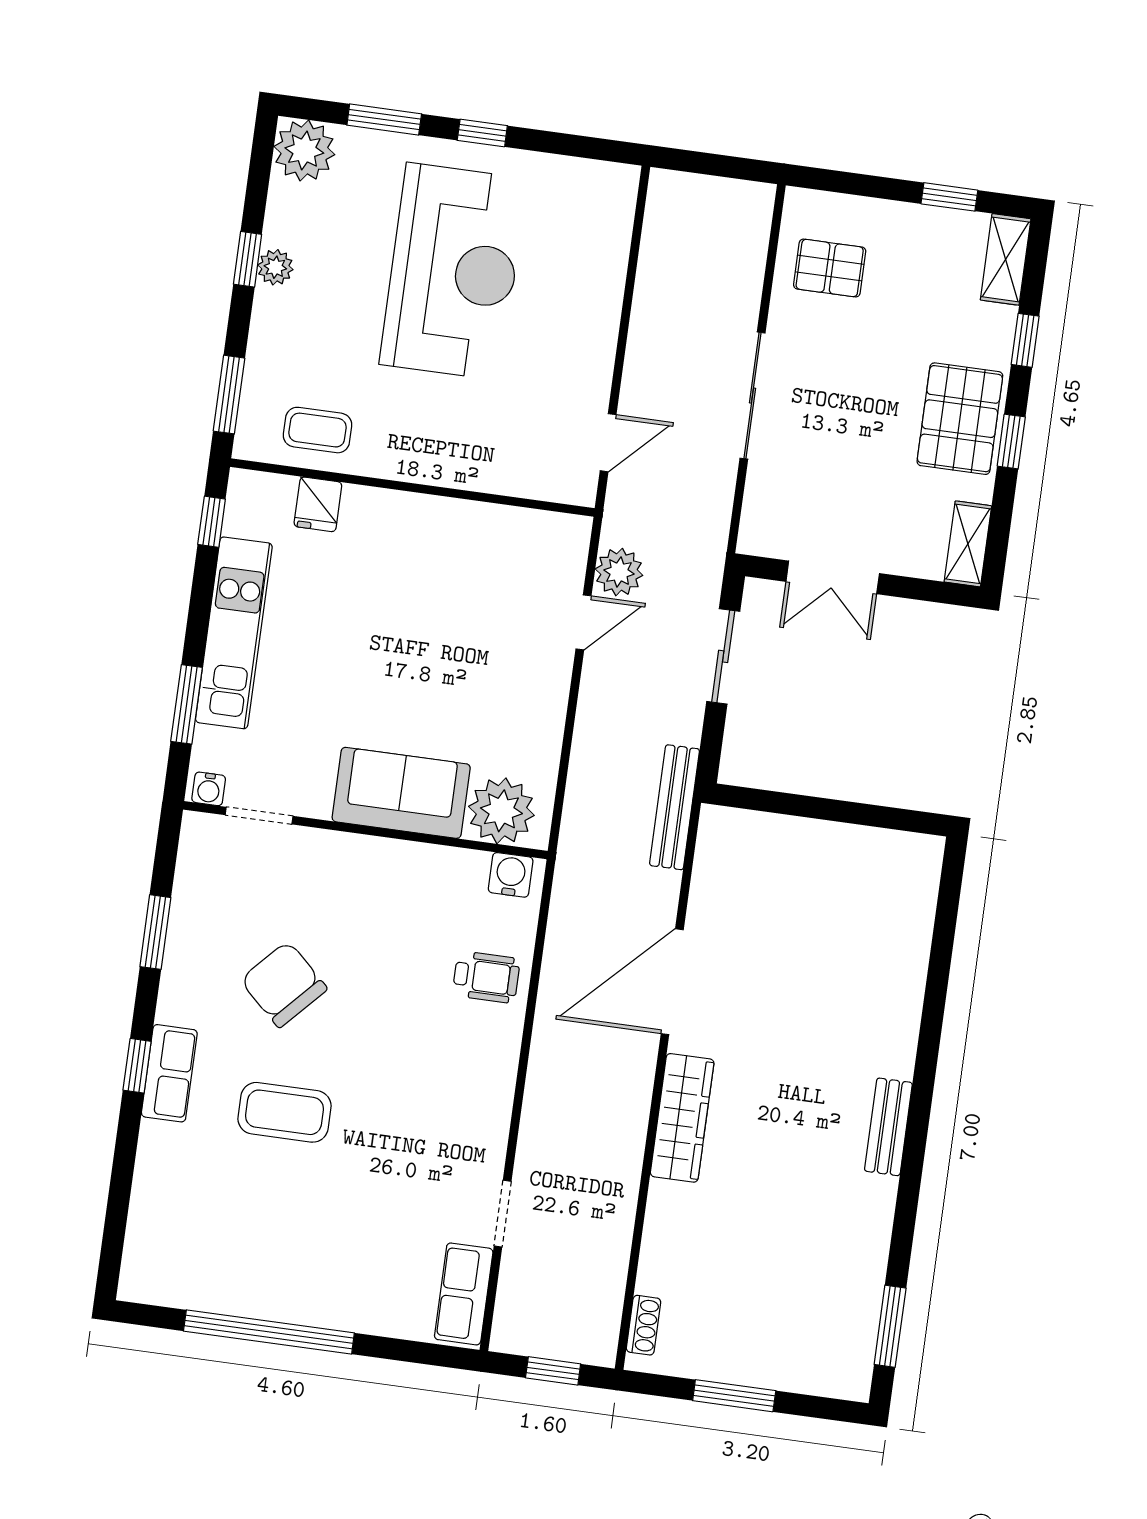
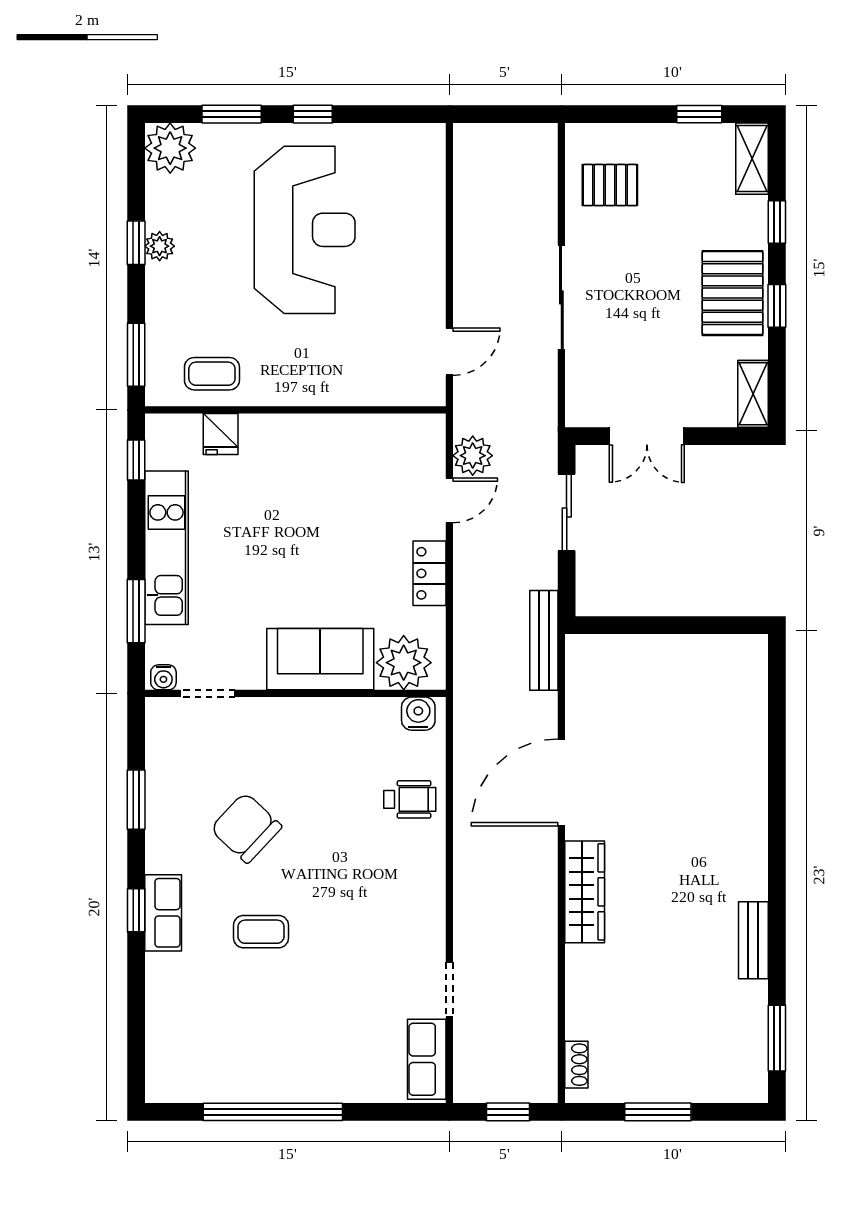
locker: (547, 707) -> (430, 573), added
coffee table: (284, 1112) -> (261, 932), width x0.73, depth x0.77
bench: (888, 1127) -> (753, 940), moved

